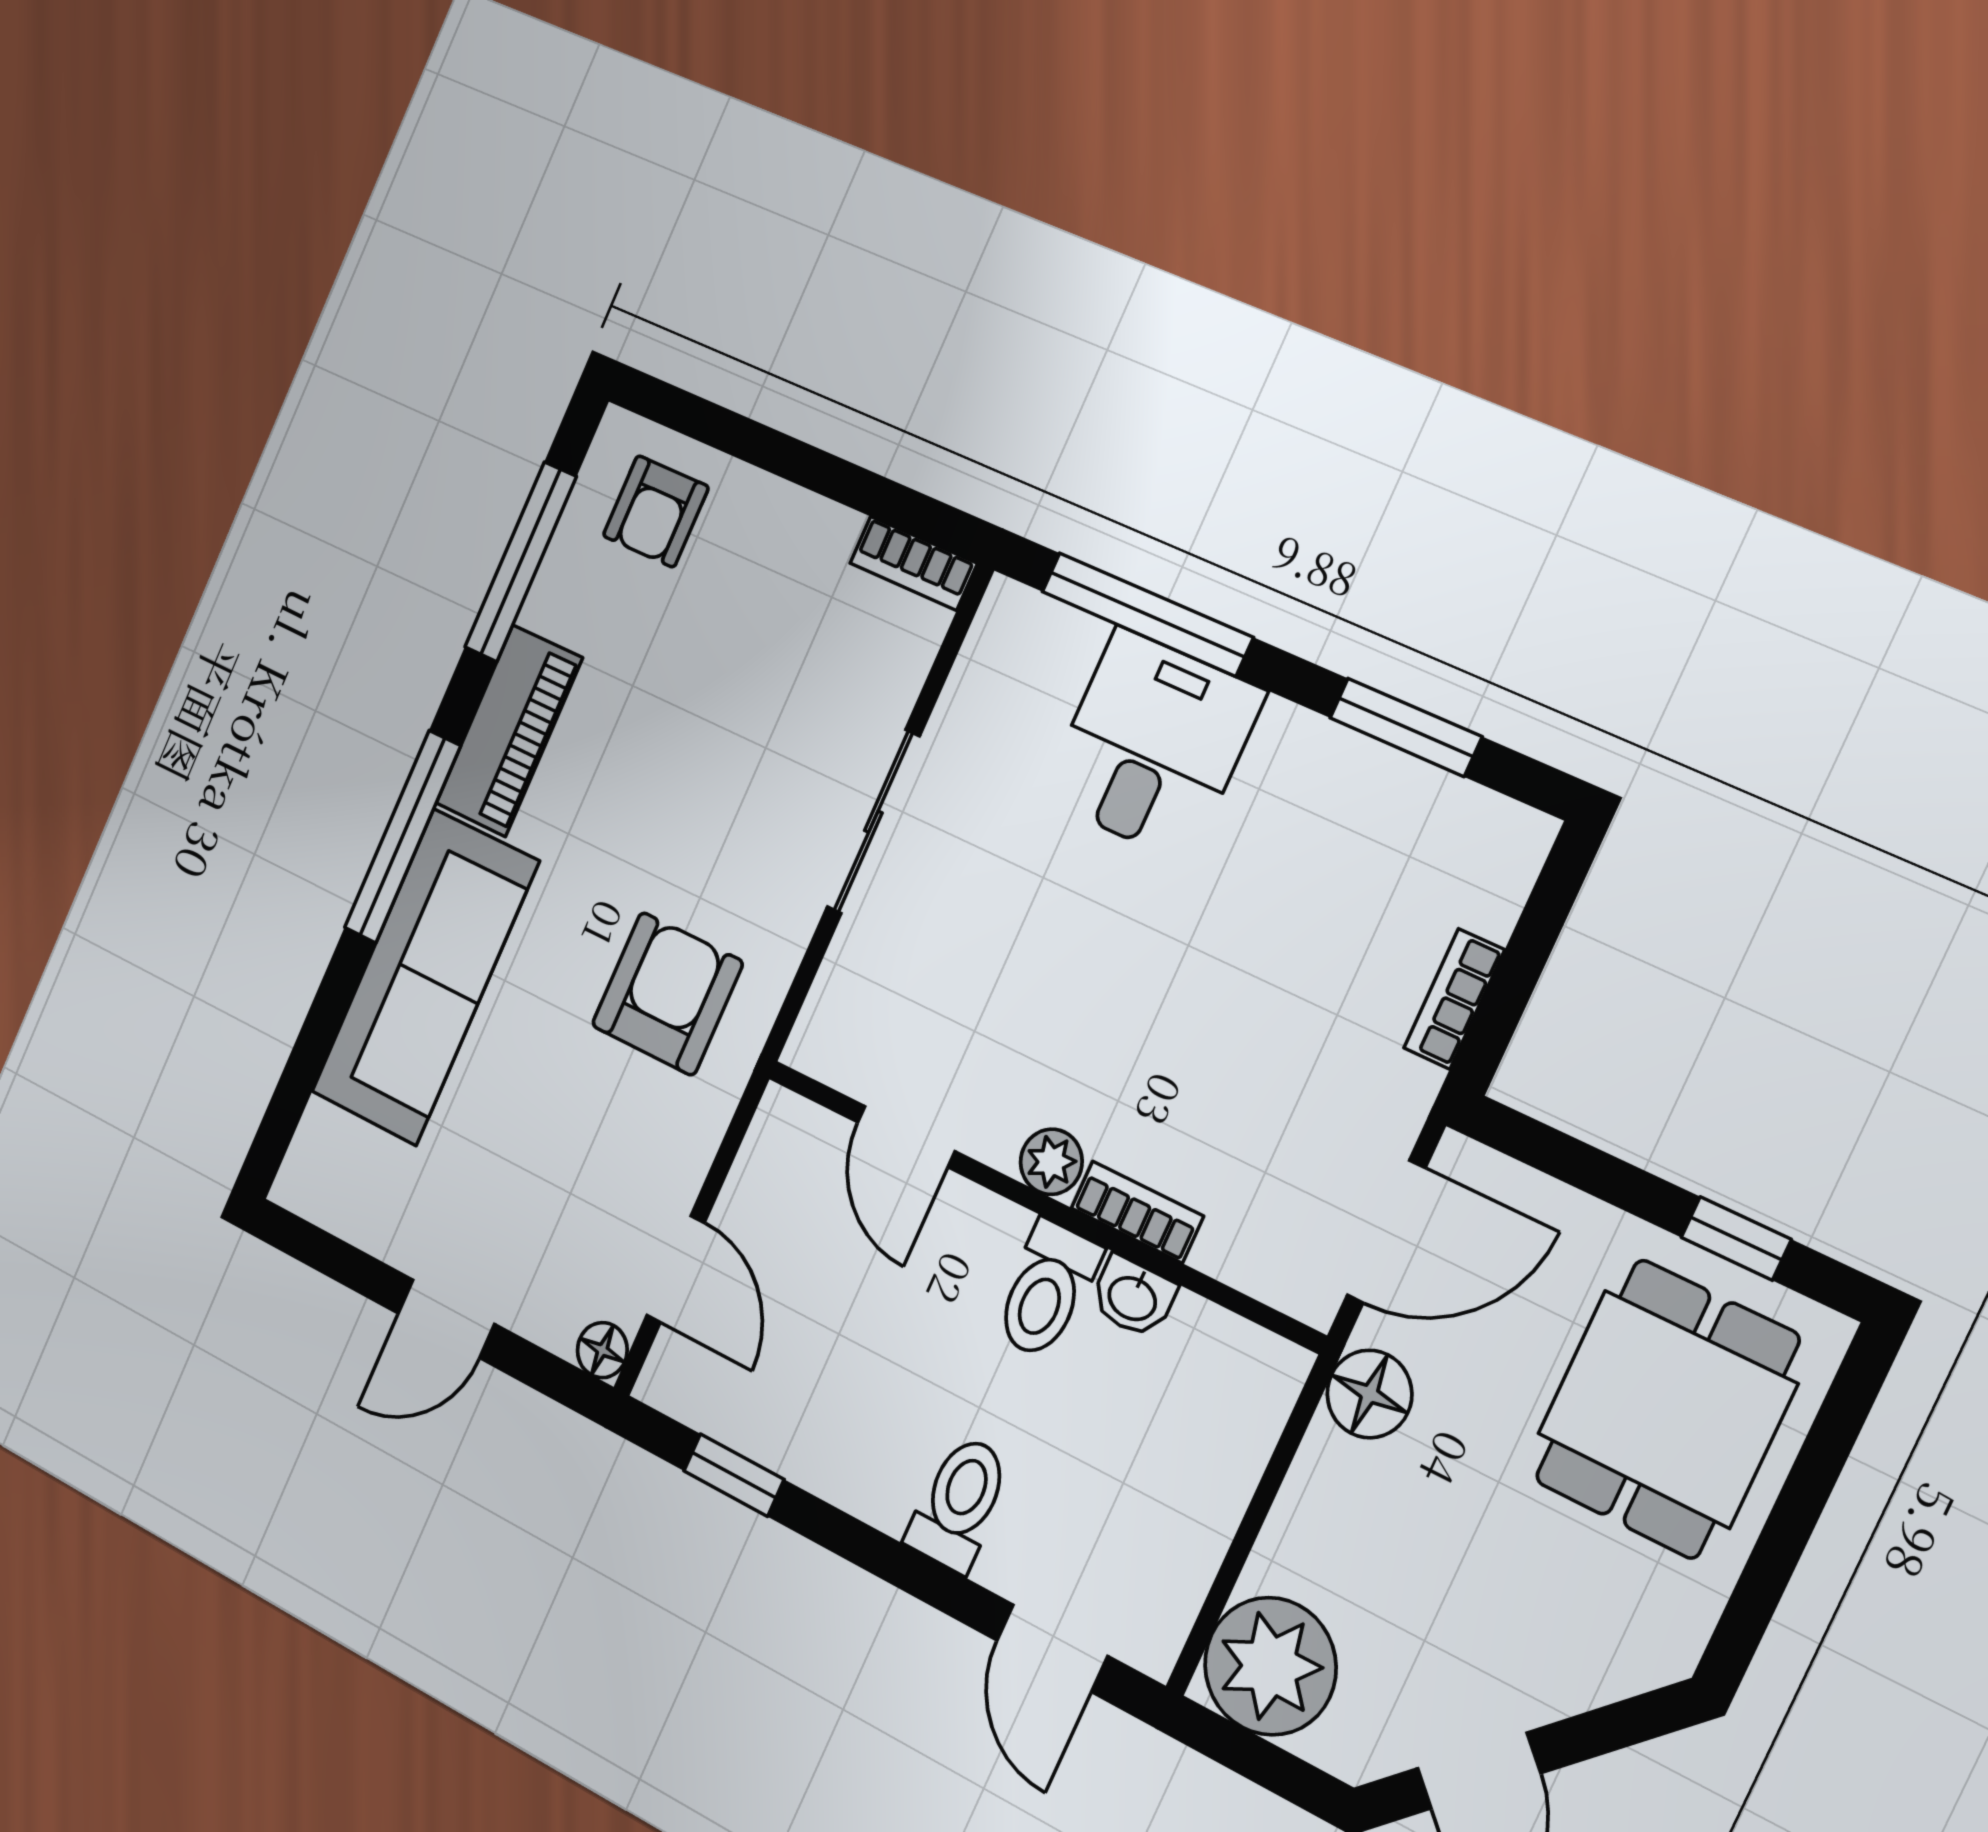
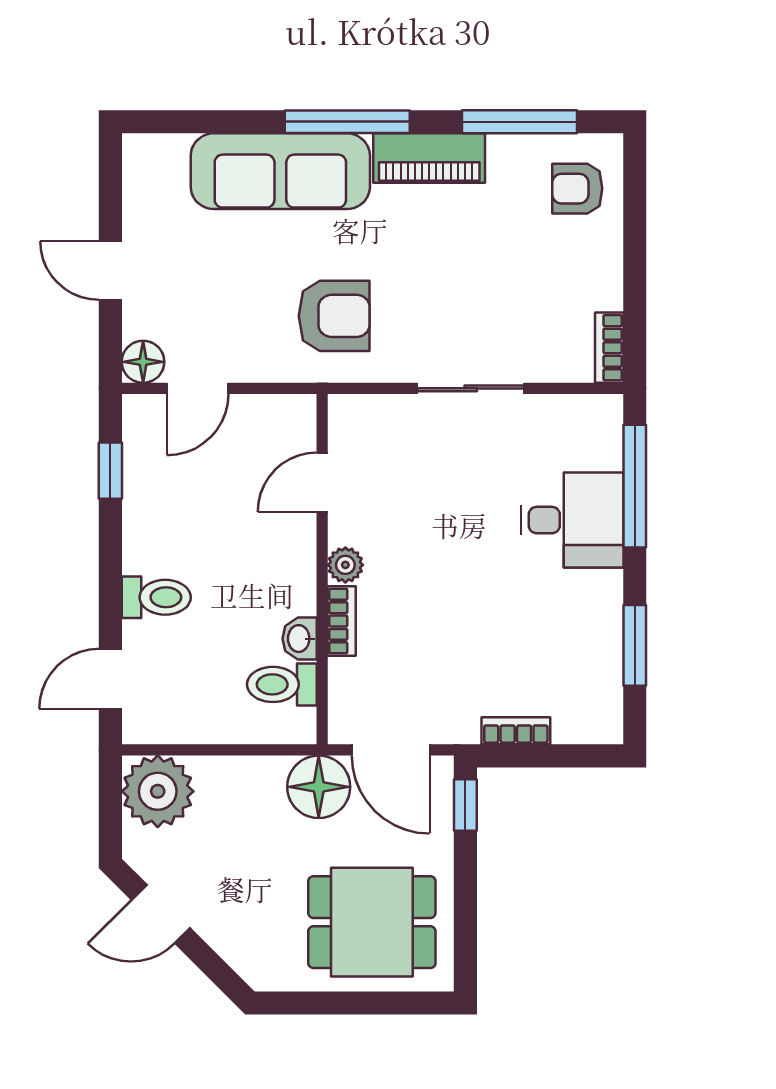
window: (1736, 1238) -> (465, 805), moved
toilet: (1047, 1290) -> (282, 684), moved
floor lamp: (602, 1350) -> (143, 362), width x1.37, depth x1.37
floor lamp: (1369, 1394) -> (319, 787), width x1.38, depth x1.38

